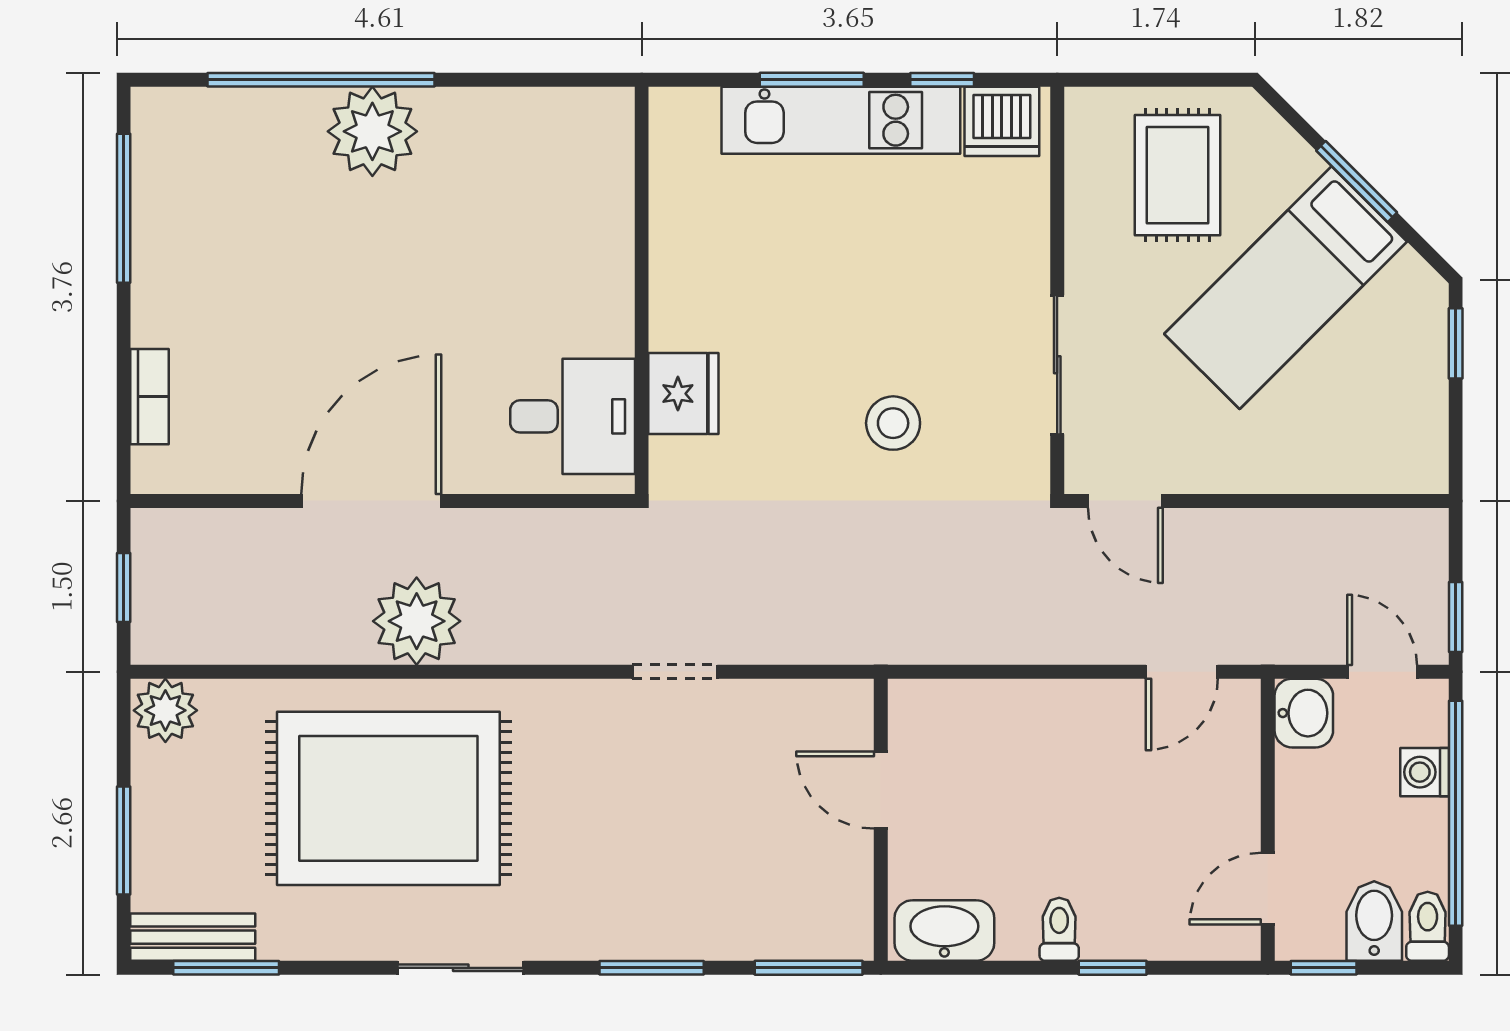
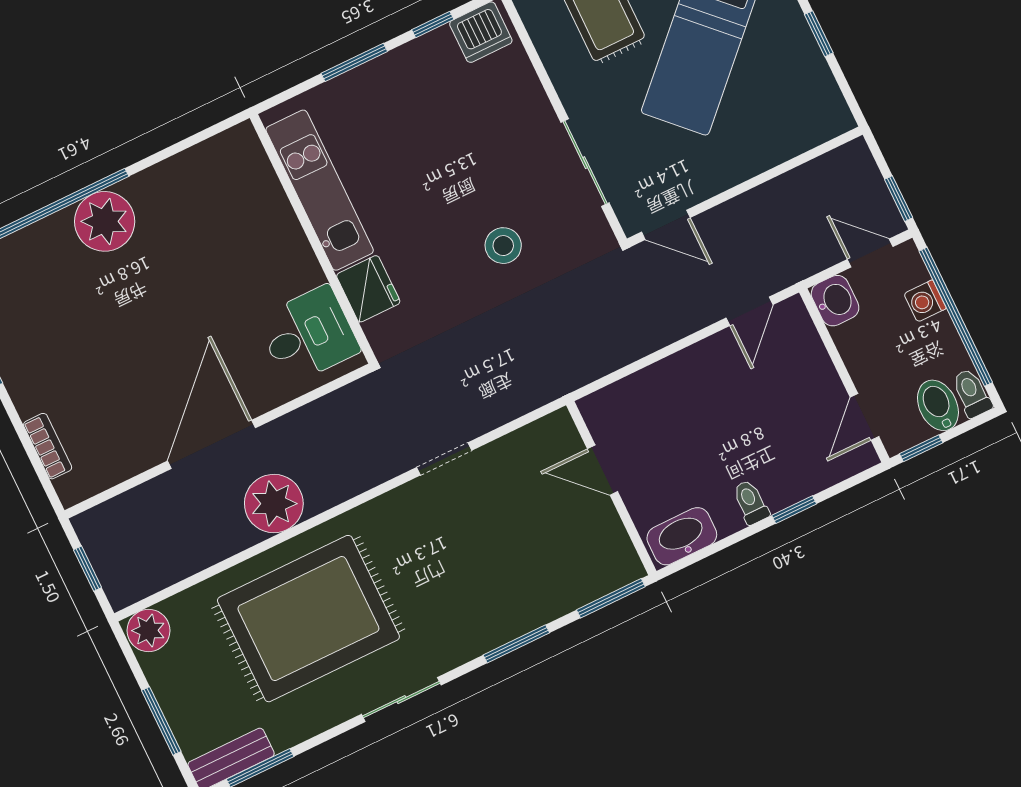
kitchen unit: (841, 120) -> (320, 190), moved, turned -90

